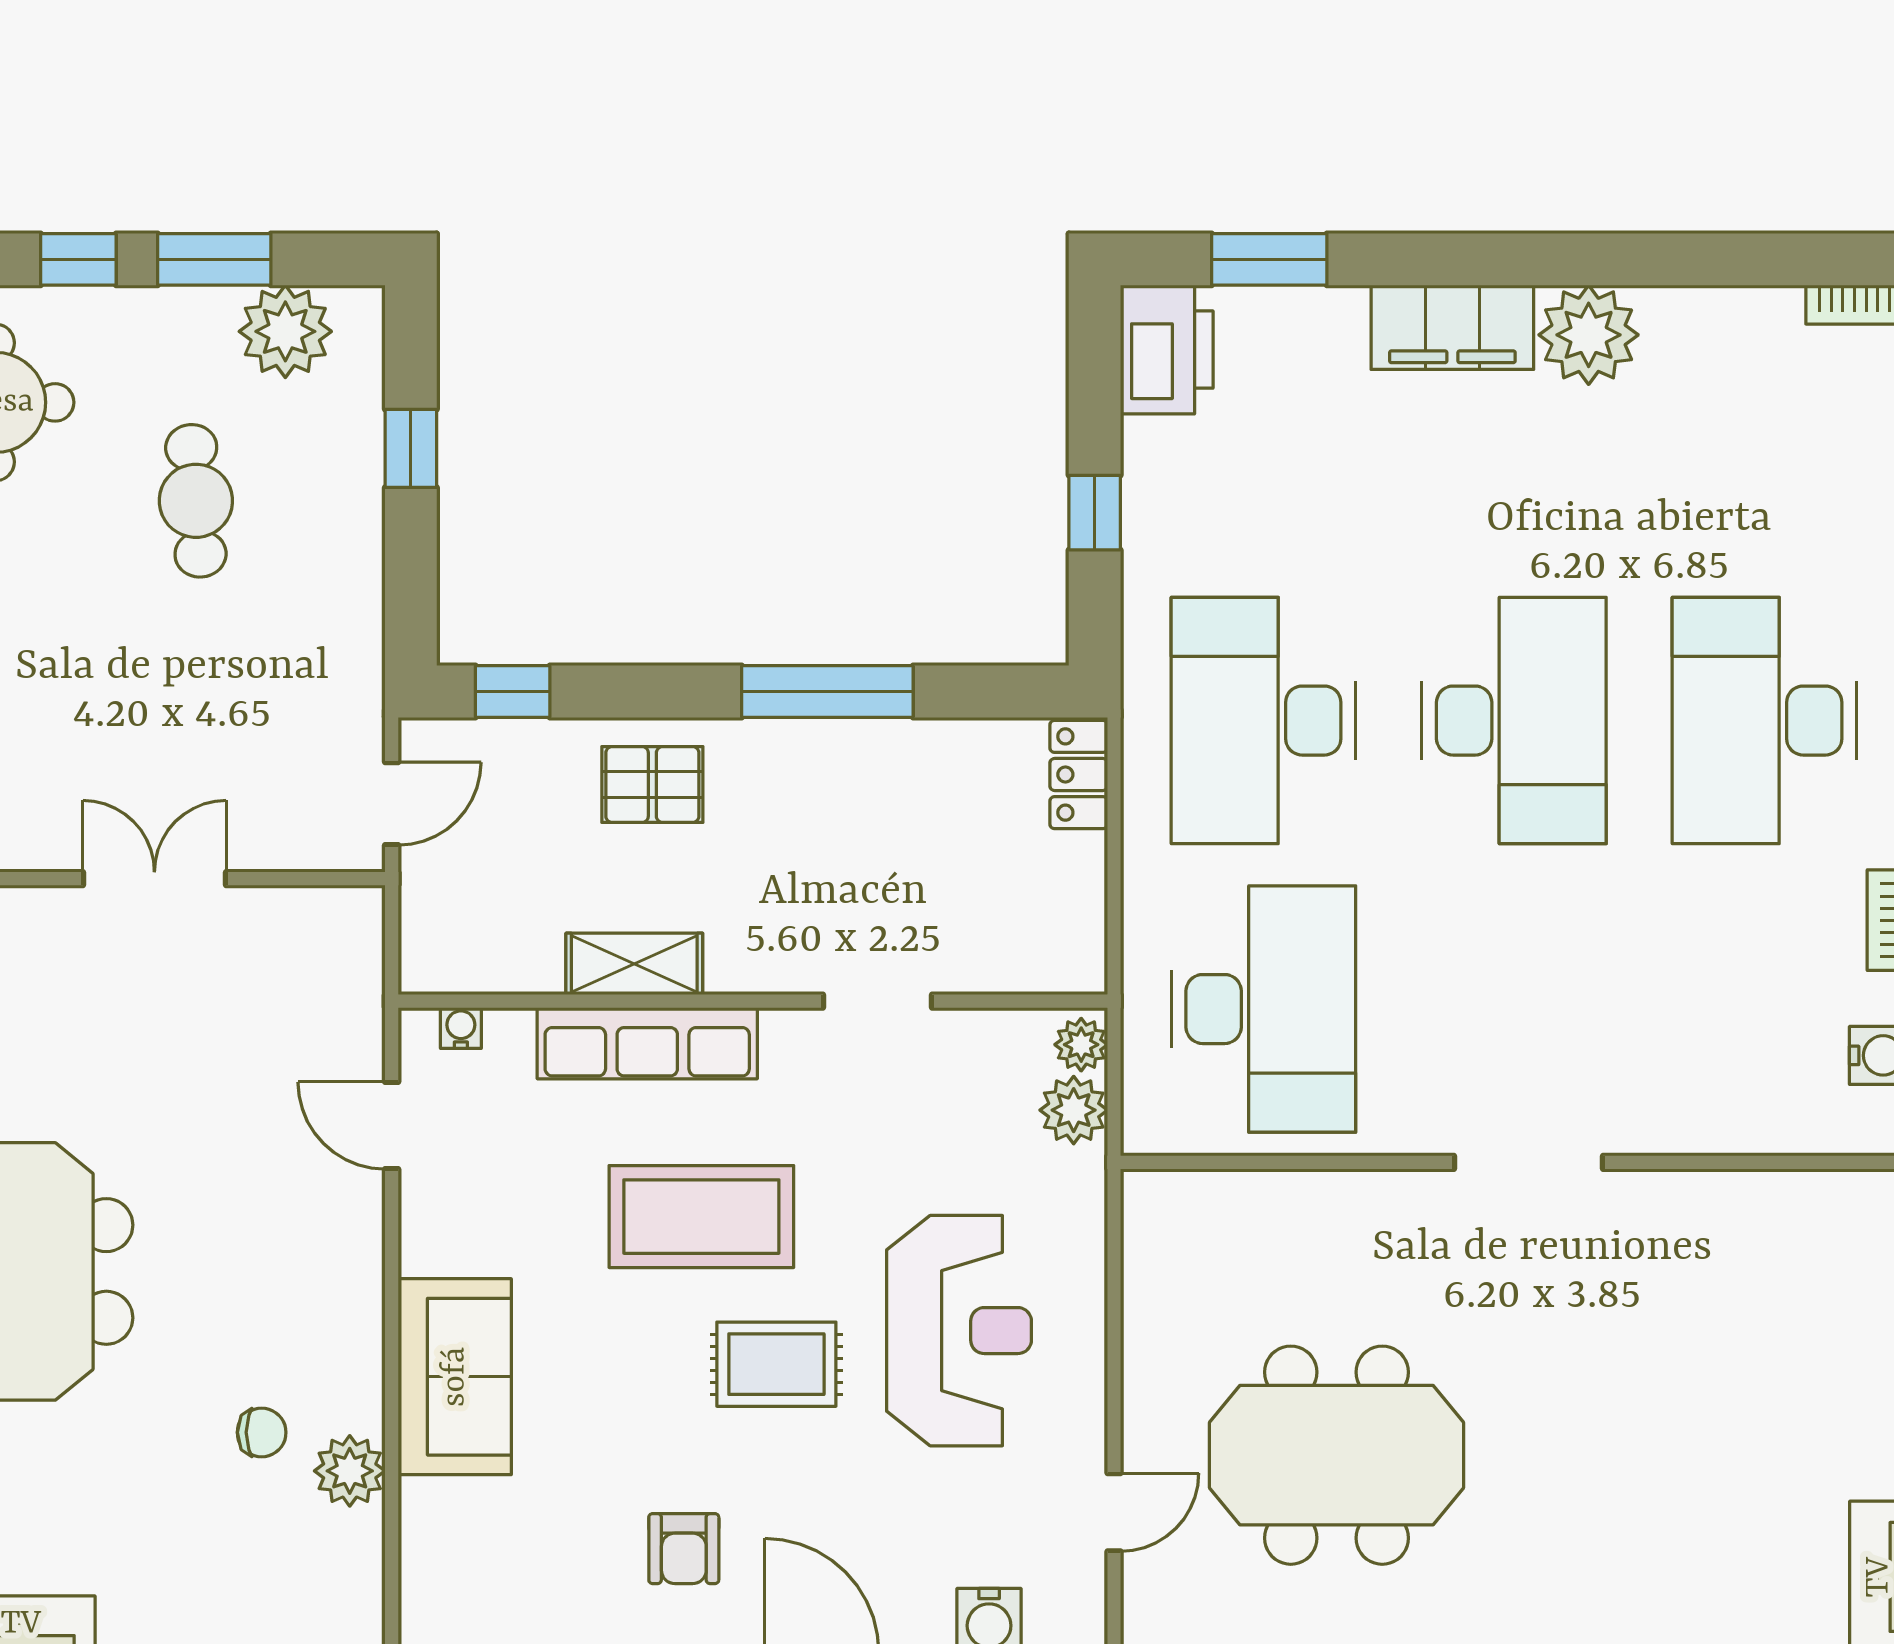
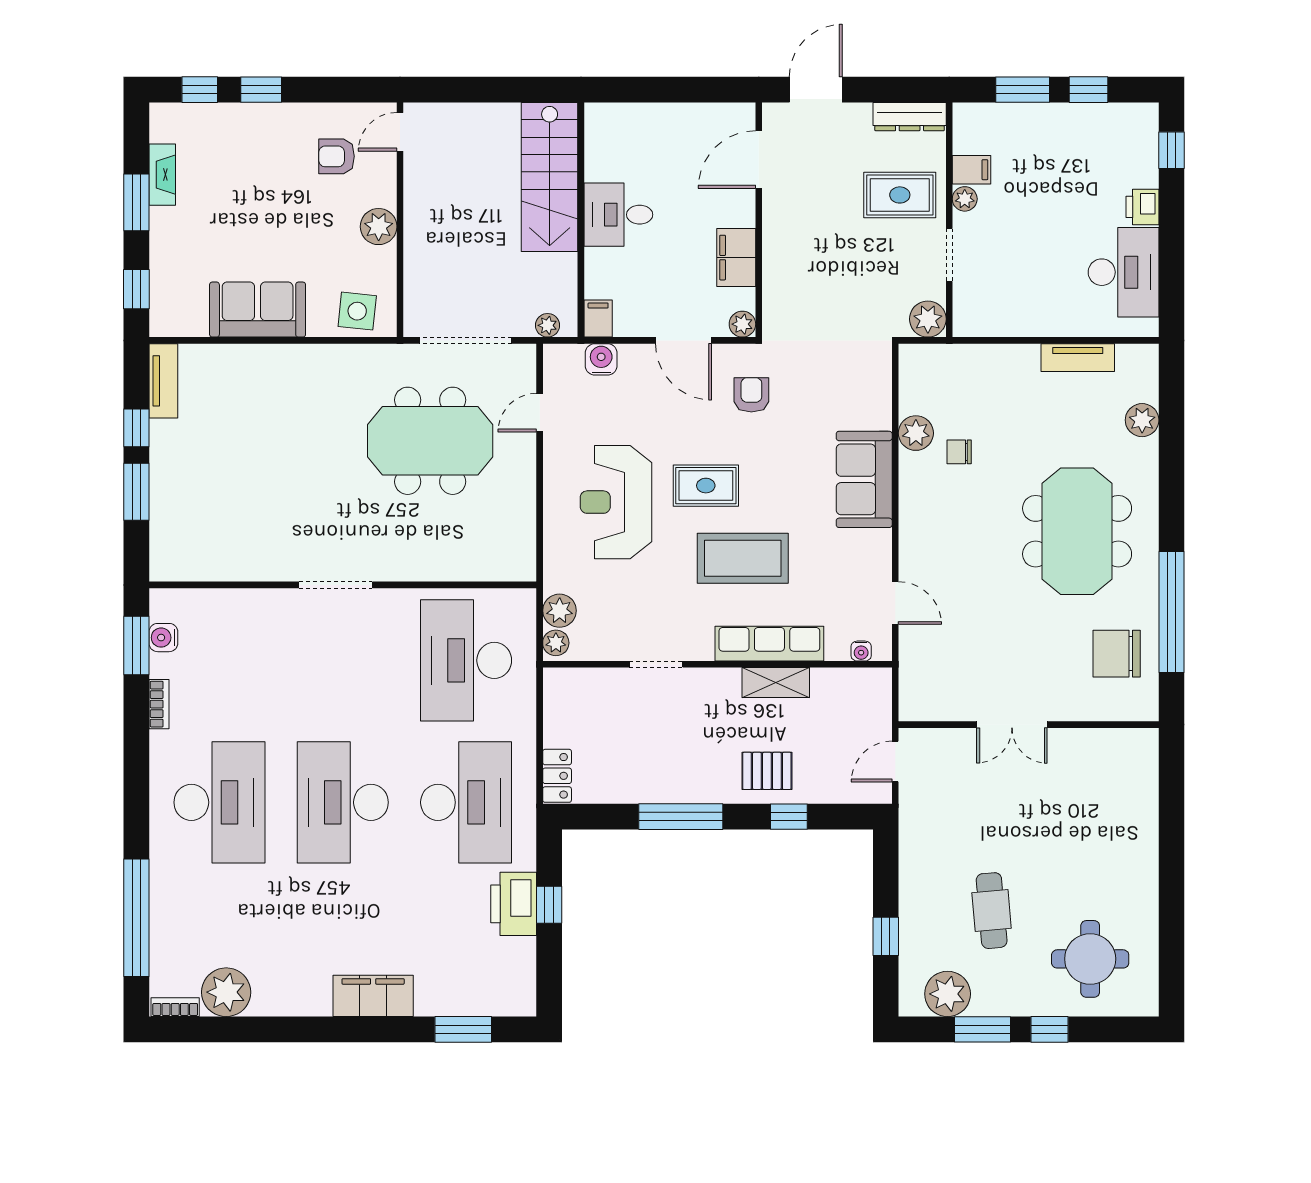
plant: (1589, 335) -> (226, 992), moved
printer: (1167, 350) -> (514, 904), moved
window: (513, 692) -> (789, 817), moved

